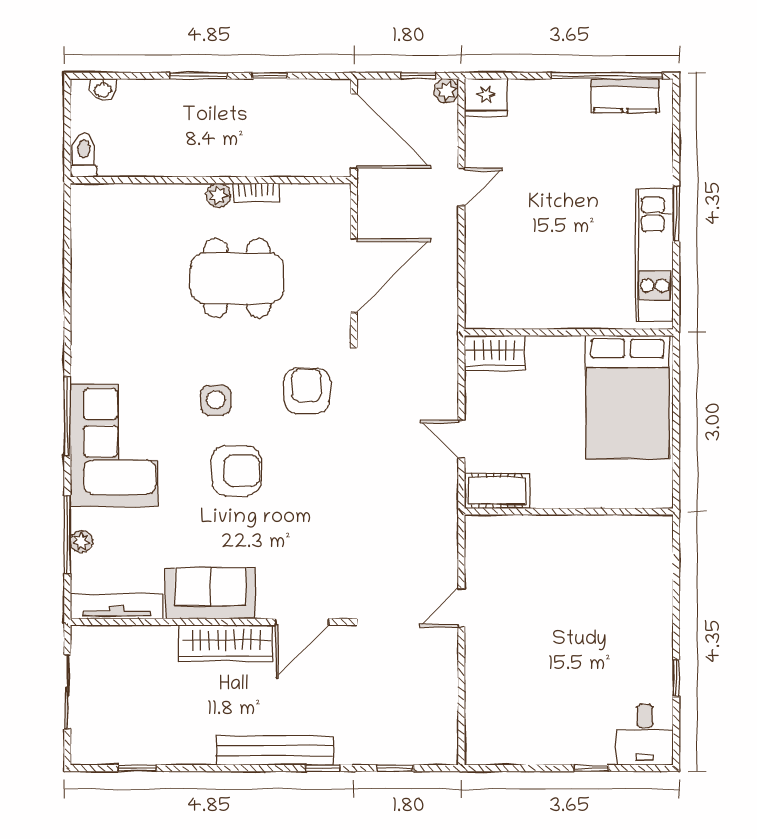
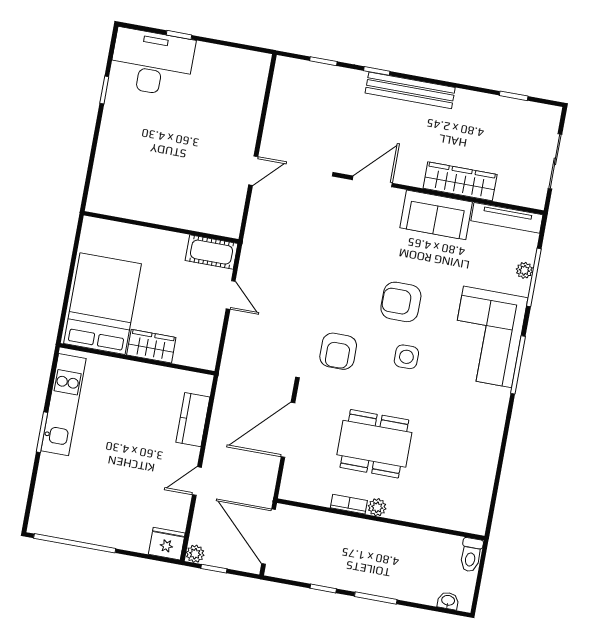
kitchen counter: (625, 96) -> (193, 420), moved, turned -90
wardrobe: (495, 353) -> (151, 346), moved
wardrobe: (226, 643) -> (460, 181), moved
desk: (645, 735) -> (152, 63), width x1.87, depth x1.30

